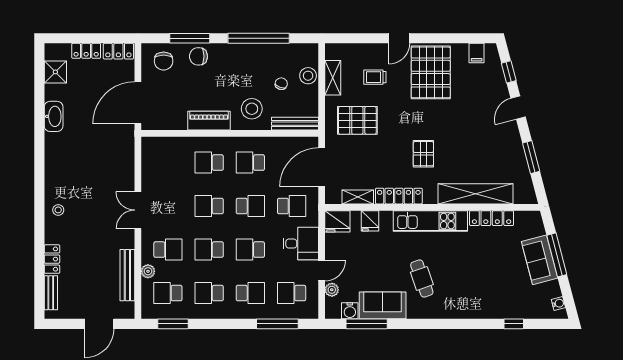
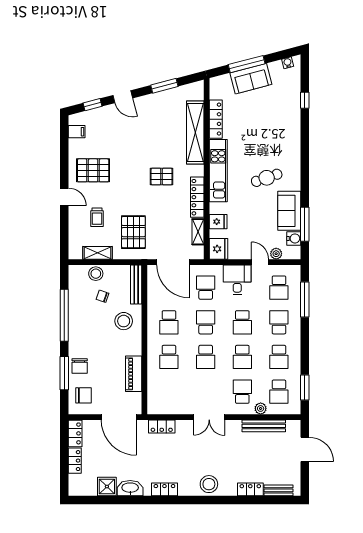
shower: (55, 72) -> (107, 487), moved
pallet: (431, 72) -> (93, 170), width x0.73, depth x0.71
piano: (209, 121) -> (134, 374), moved
locker: (127, 154) -> (162, 426), added
locker: (52, 157) -> (164, 489), added
stool: (58, 210) -> (209, 484), width x1.89, depth x1.89

